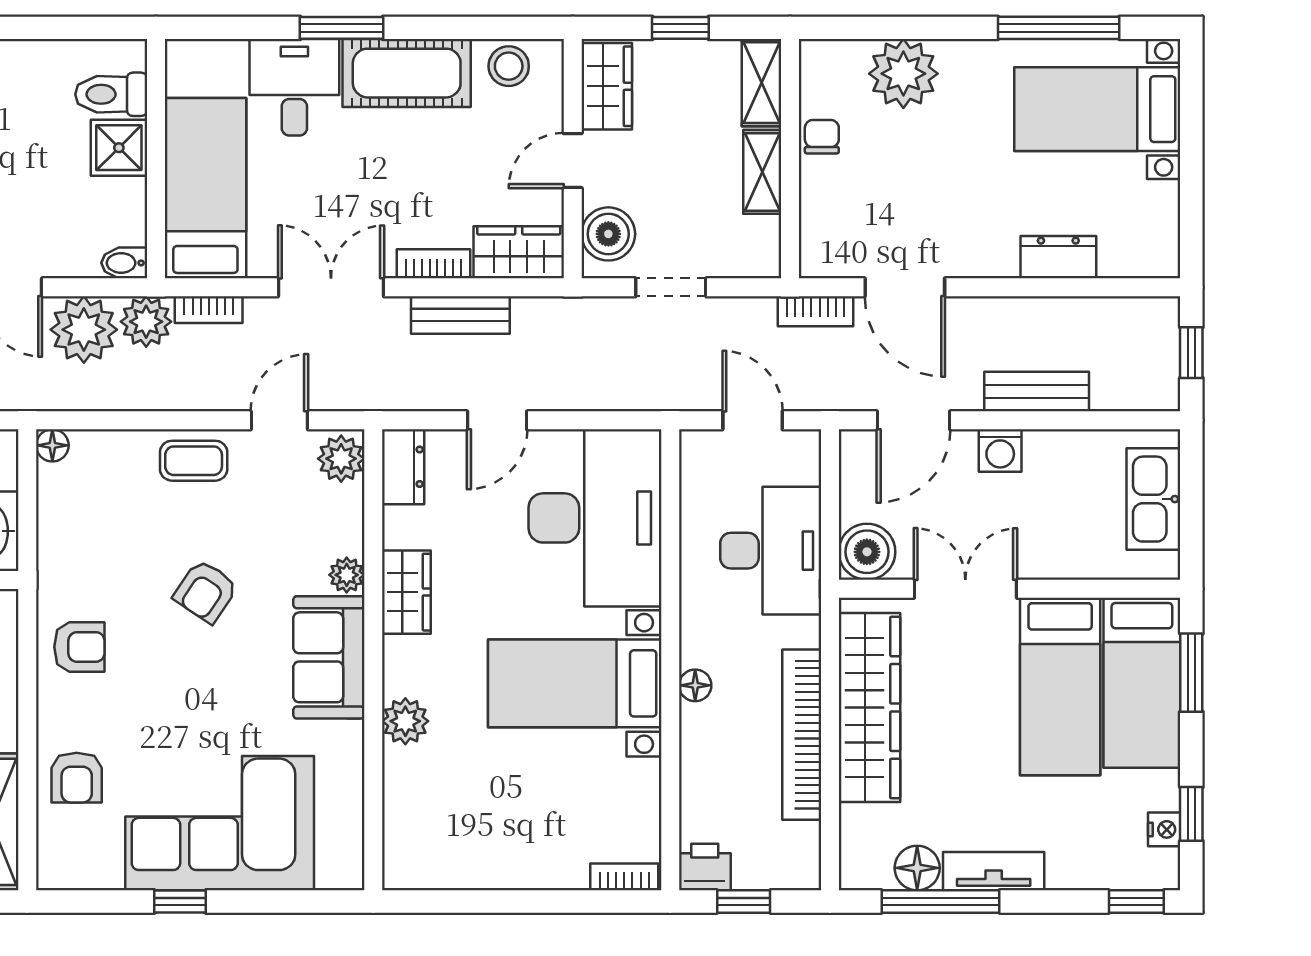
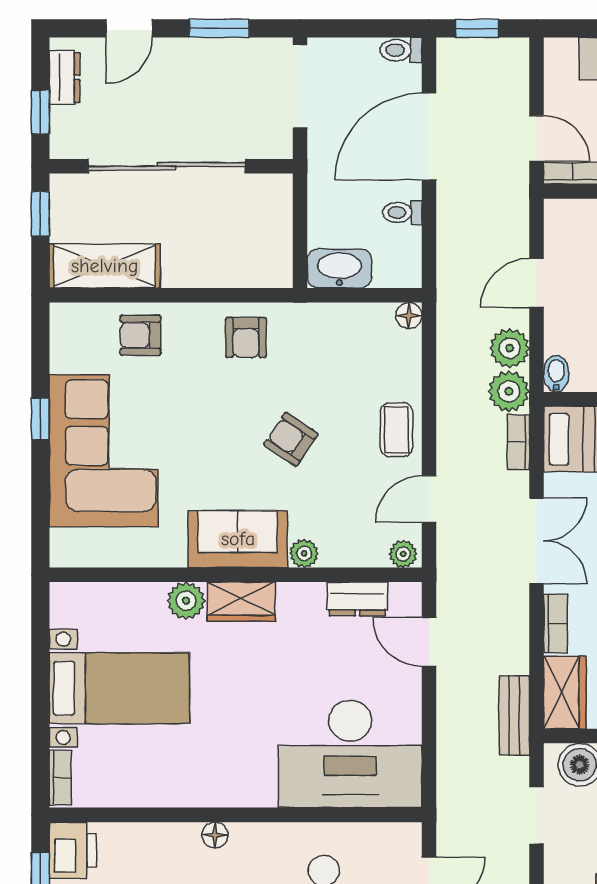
bench: (460, 315) -> (514, 715), moved
plant: (84, 330) -> (510, 348), width x0.73, depth x0.73
door: (279, 420) -> (429, 499), swing flipped
door: (497, 420) -> (429, 642), moved
plant: (341, 459) -> (403, 554), width x0.73, depth x0.73
dresser: (403, 467) -> (357, 599), moved
wardrobe: (406, 592) -> (241, 602), moved
bed with nightstands: (575, 683) -> (119, 688), moved, turned 90
printer: (705, 867) -> (73, 850), width x1.36, depth x1.24

